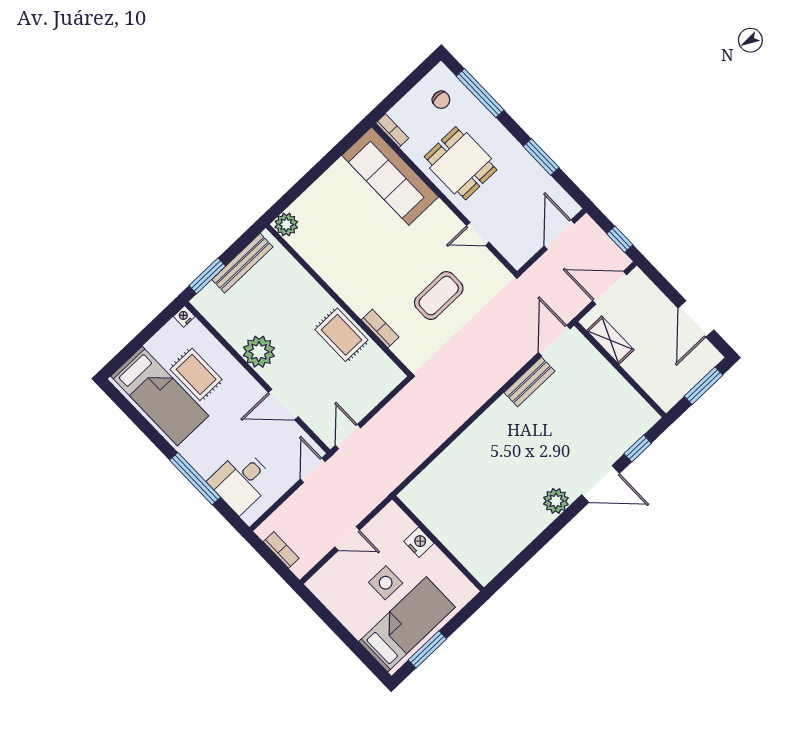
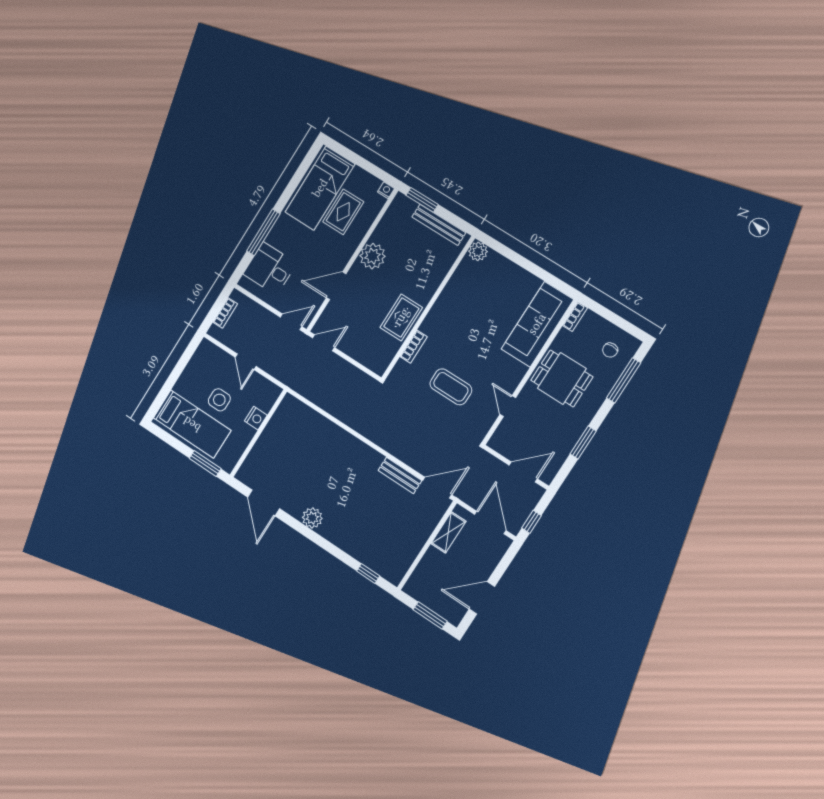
dining table: (461, 163) -> (562, 378), turned 90
door: (283, 404) -> (336, 286), hinge flipped
door: (600, 484) -> (264, 503), moved
window: (427, 649) -> (205, 463), moved

